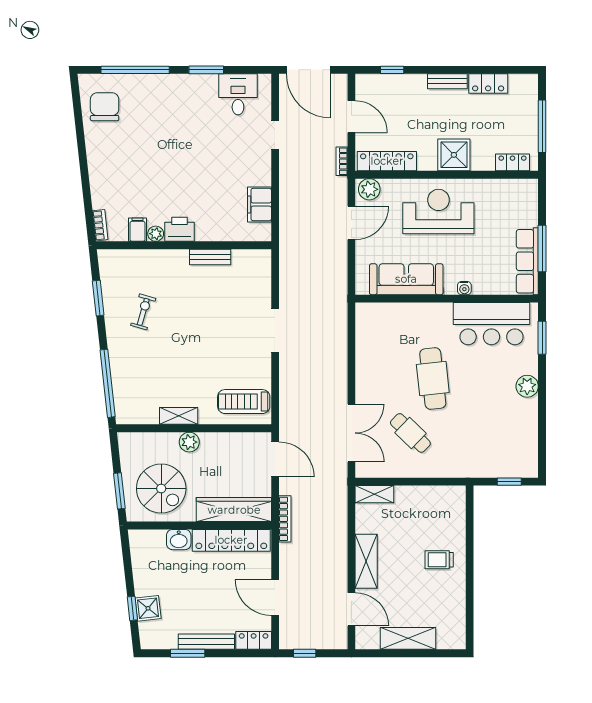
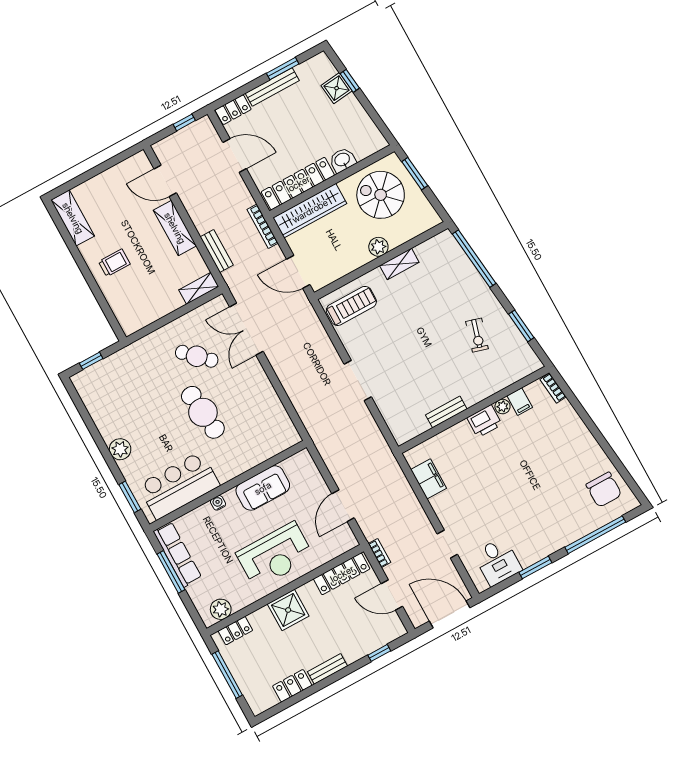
plant: (369, 189) -> (221, 609), moved
sofa: (406, 279) -> (263, 488), width x0.73
bench: (339, 519) -> (217, 251), added
shelving: (408, 638) -> (73, 218), moved, turned 90

